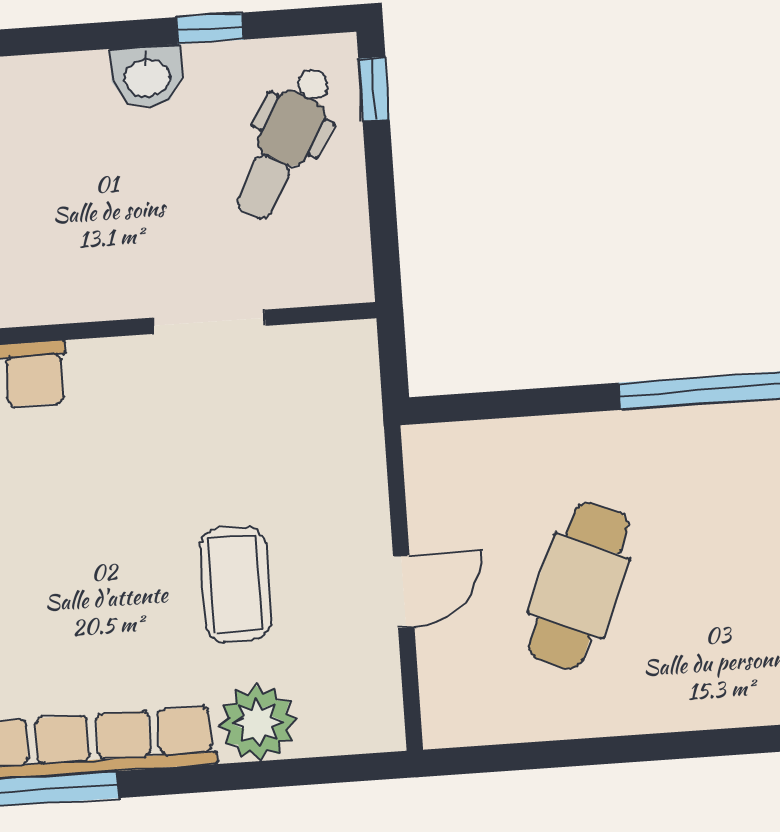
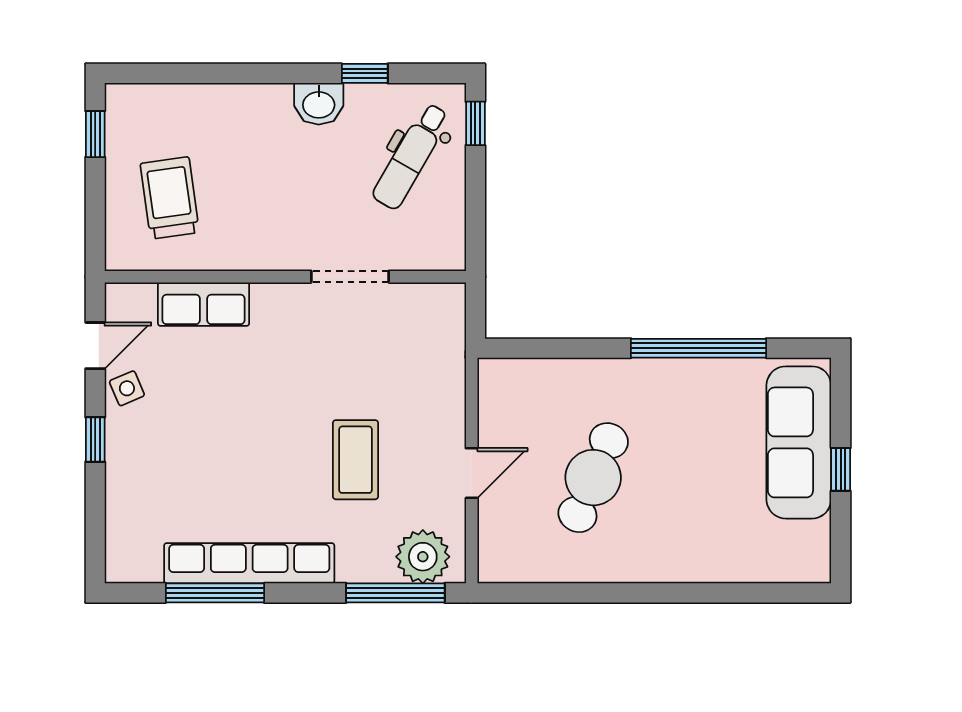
plant: (258, 723) -> (423, 557), moved
window: (306, 771) -> (395, 593), added

